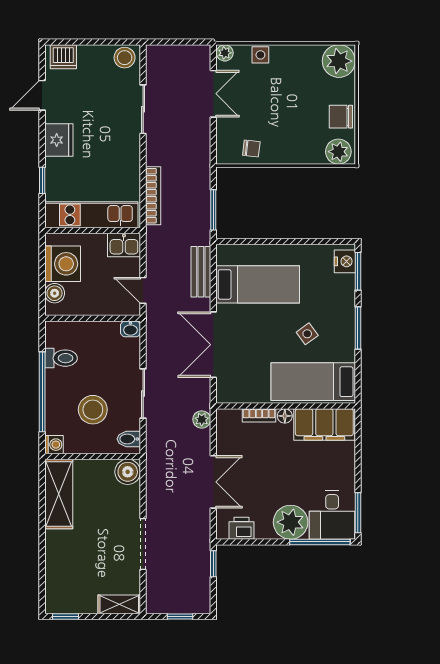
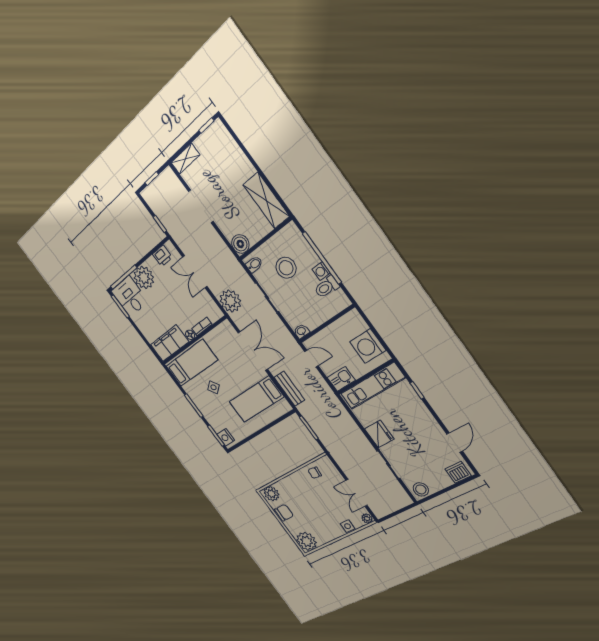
fridge: (59, 140) -> (379, 434), moved, turned 180
bookcase: (153, 196) -> (346, 417), removed
boiler: (55, 293) -> (359, 325), removed
plant: (202, 419) -> (230, 301), width x1.87, depth x1.87
washing machine: (54, 445) -> (321, 271), moved

